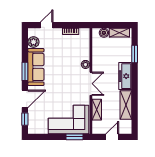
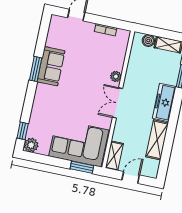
plant: (33, 42) -> (31, 145), moved
sofa: (36, 67) -> (51, 66), width x0.73
double door: (91, 84) -> (117, 103), swing flipped
door: (25, 99) -> (28, 105), removed
shelving: (97, 110) -> (114, 156), moved

